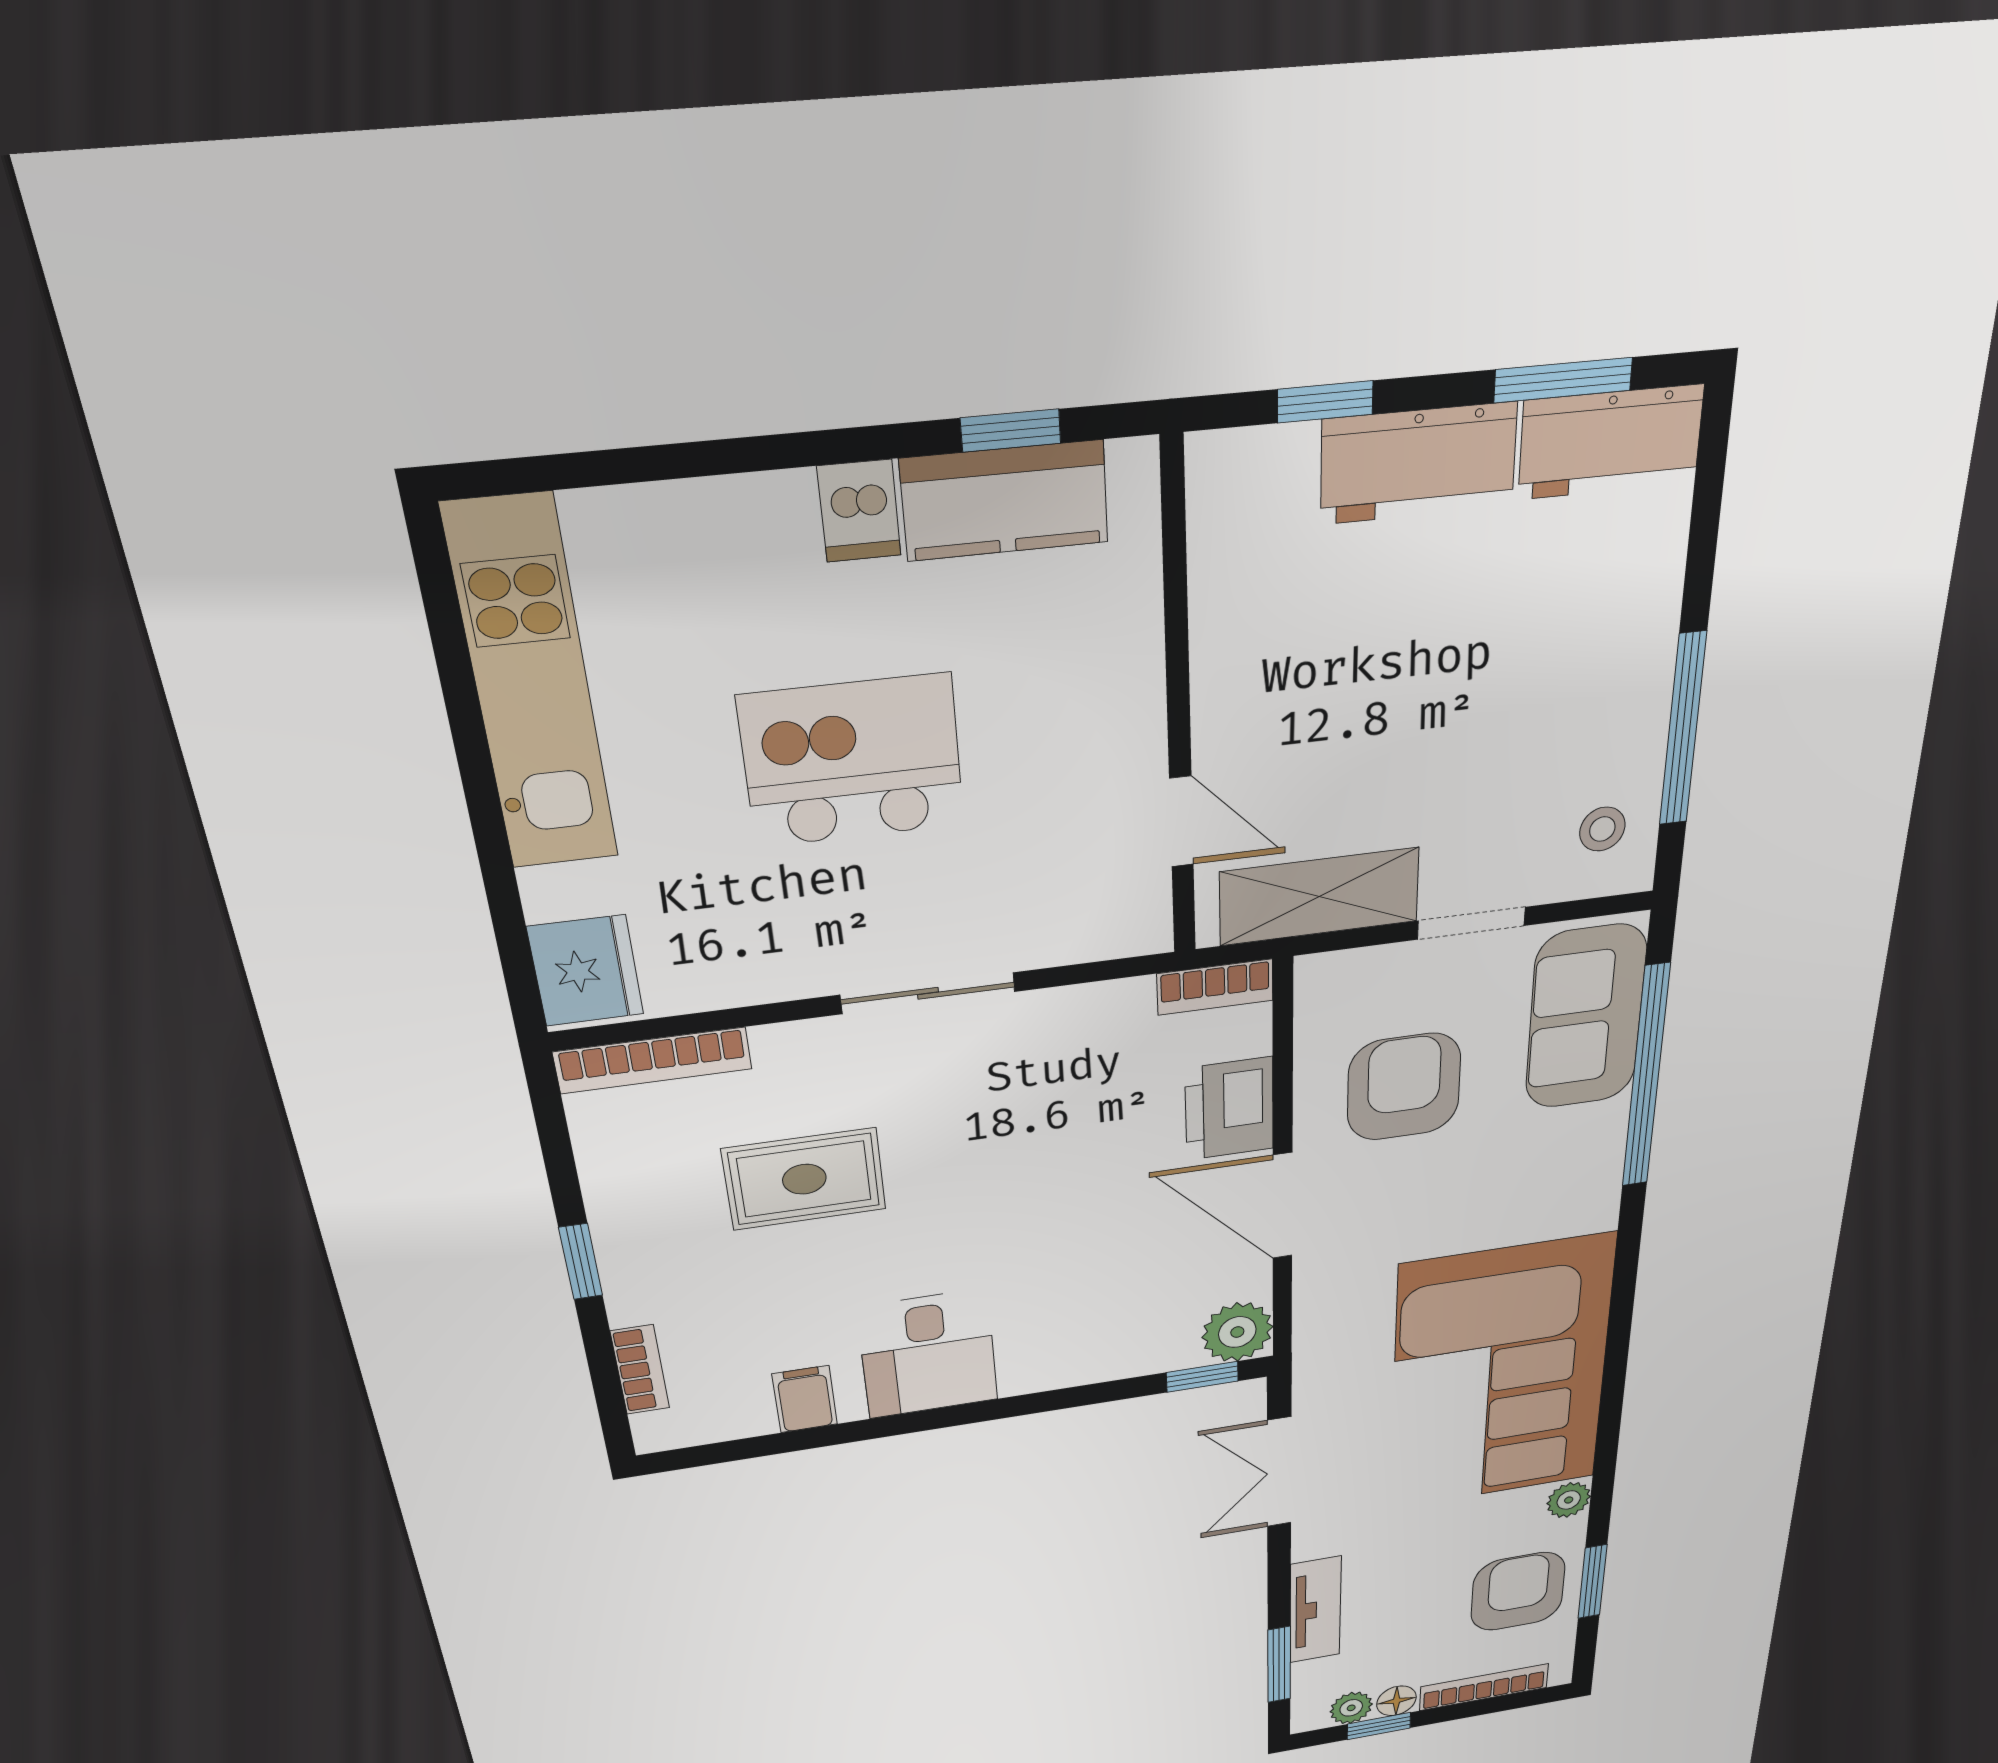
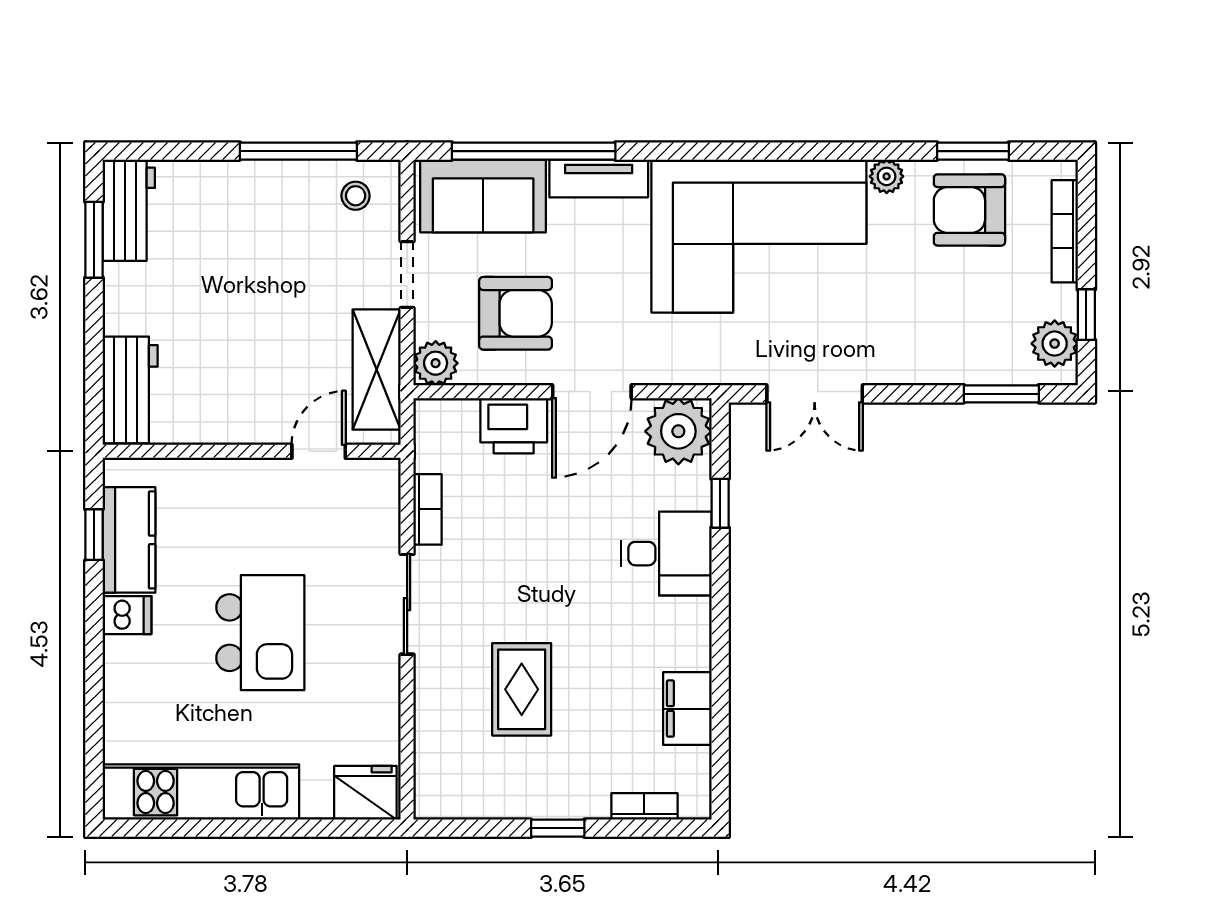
window: (1325, 402) -> (94, 369), removed
workbench: (1419, 463) -> (130, 390), moved
kitchen island: (852, 761) -> (260, 633), turned 180
plant: (1329, 984) -> (436, 363), added
bookcase: (1215, 987) -> (428, 509), moved
bookcase: (653, 1060) -> (427, 765), removed
armchair: (1404, 1087) -> (515, 313), turned 180
plant: (1237, 1332) -> (678, 431), width x1.36, depth x1.36
desk: (928, 1354) -> (666, 554), moved
window: (1202, 1377) -> (720, 503), moved
filing cabinet: (805, 1399) -> (687, 709), width x2.00
tv unit: (1315, 1610) -> (599, 178), moved, turned 180
floor lamp: (1396, 1701) -> (1062, 301), removed
plant: (1351, 1708) -> (1055, 344), width x1.38, depth x1.38

